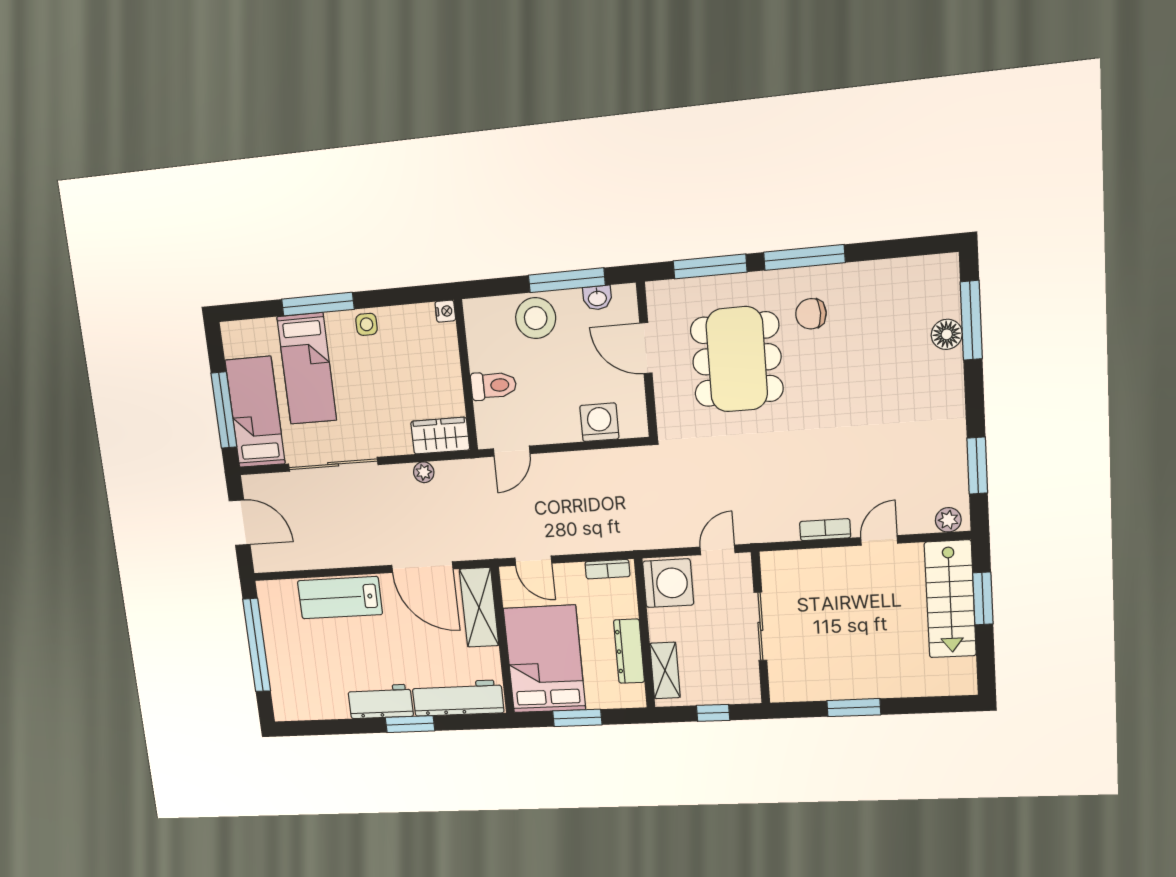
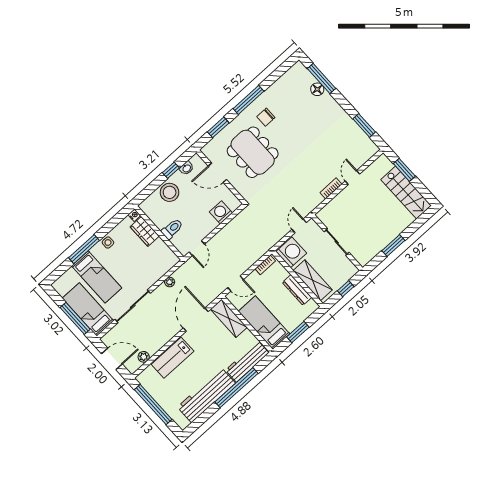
window: (710, 266) -> (218, 127), width x0.69
window: (567, 280) -> (171, 170), width x0.46
wardrobe: (440, 436) -> (145, 231), moved, turned -90
plant: (948, 520) -> (144, 357), moved
door: (422, 567) -> (196, 320), swing flipped
stairs: (950, 599) -> (406, 193), moved
bed: (545, 659) -> (264, 323), width x0.67
shelving: (665, 670) -> (313, 280), width x1.50, depth x1.33
workbench: (380, 701) -> (206, 395), width x1.88, depth x1.32
window: (410, 724) -> (237, 388), width x2.11

